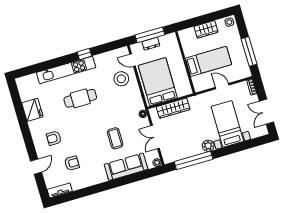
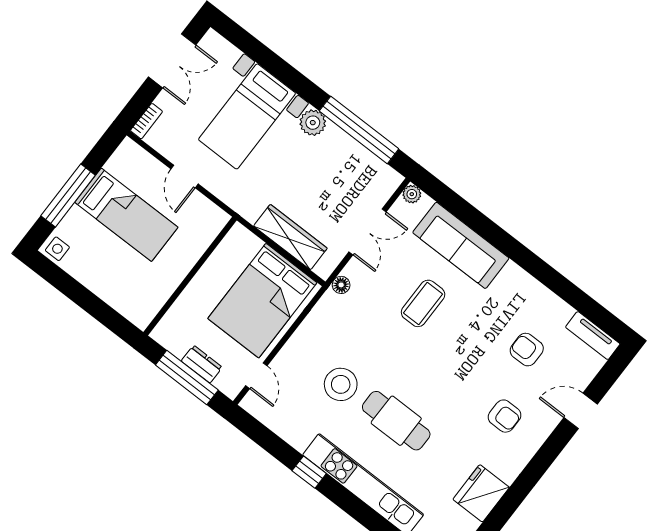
wardrobe: (206, 29) -> (102, 282), removed
window: (249, 51) -> (68, 196), moved
bed: (208, 61) -> (126, 215), moved, turned 180
stool: (121, 79) -> (341, 384), moved

